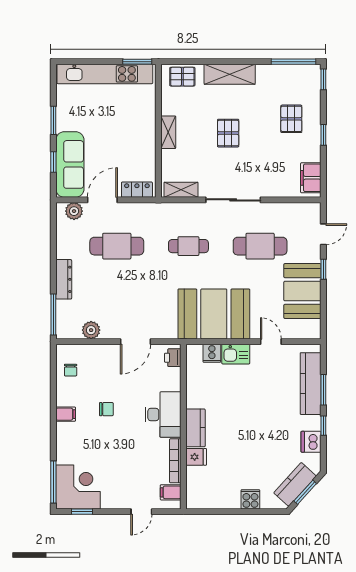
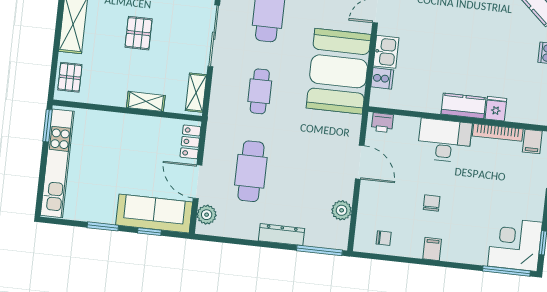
shelving: (168, 132) -> (146, 101), moved
pallet: (228, 133) -> (139, 33), turned 90

